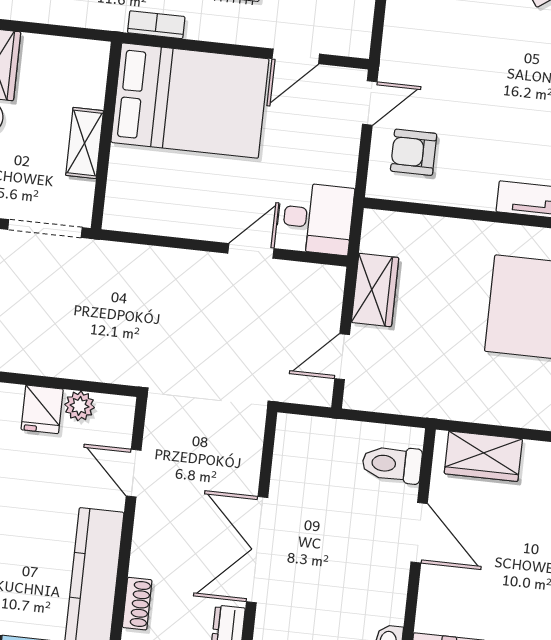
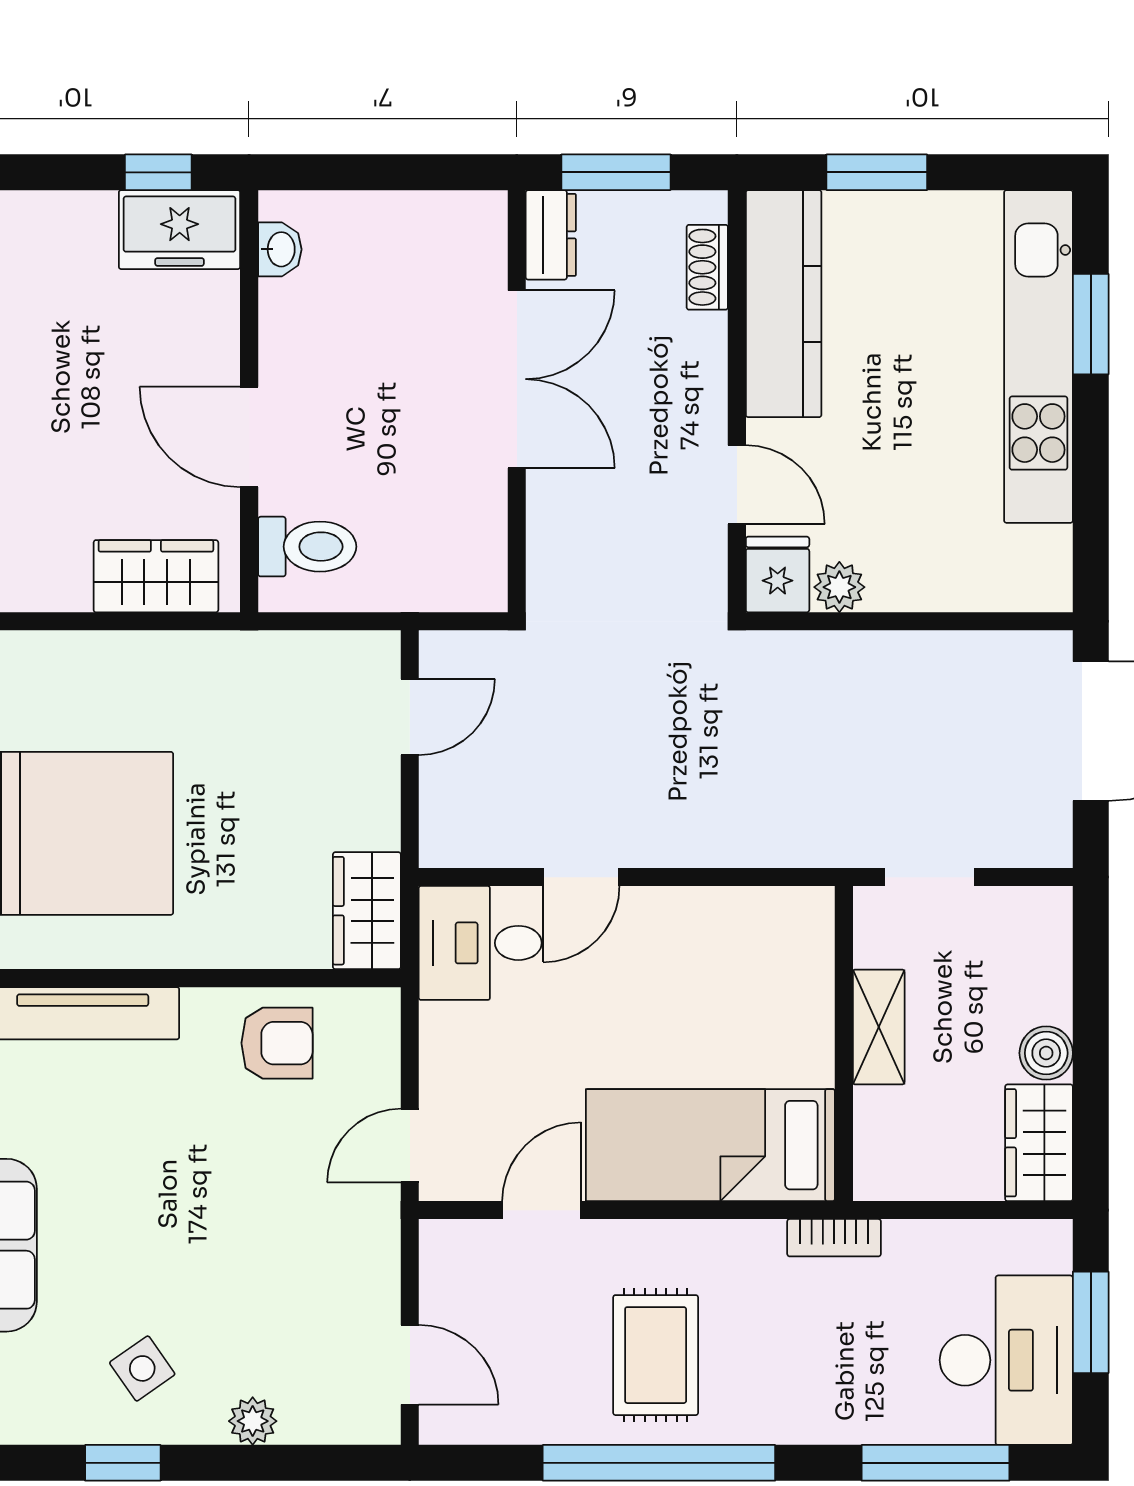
bookcase: (156, 25) -> (834, 1238), moved
bed: (190, 101) -> (710, 1145), width x0.67
armchair: (414, 152) -> (277, 1043), moved
doorway: (45, 229) -> (929, 877), width x0.73
wardrobe: (375, 290) -> (367, 911), moved
fridge: (42, 409) -> (778, 575), moved

